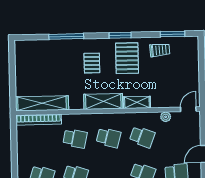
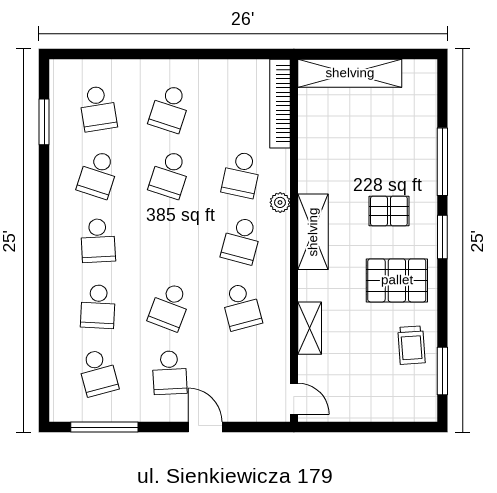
window: (120, 35) -> (442, 237), moved
shelving: (137, 102) -> (310, 328), moved
shelving: (42, 103) -> (350, 73), moved, turned 90
plant: (166, 117) -> (280, 202), moved
school desk: (142, 137) -> (241, 307), turned -36

